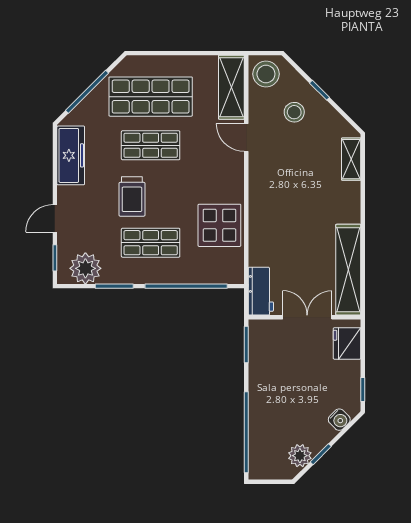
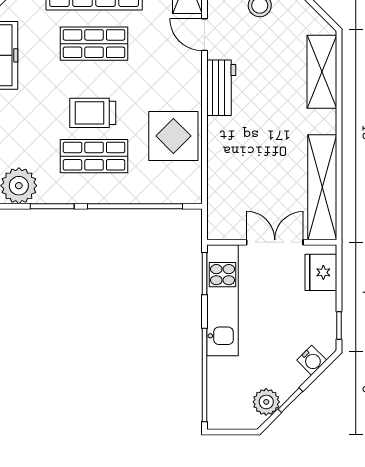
shelving: (351, 159) -> (322, 72), width x1.50, depth x1.33
trolley: (132, 196) -> (93, 113), moved, turned 90
workbench: (261, 291) -> (221, 88), moved
kitchen unit: (262, 368) -> (223, 300), added

